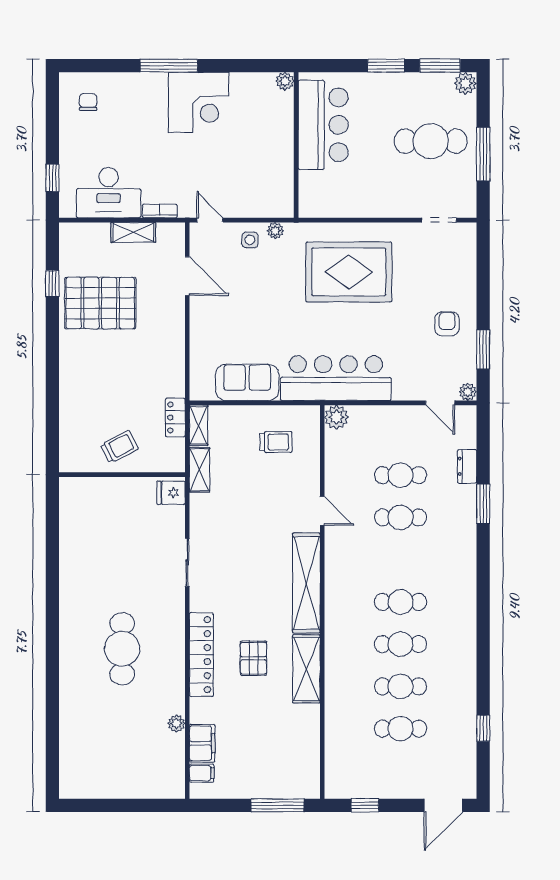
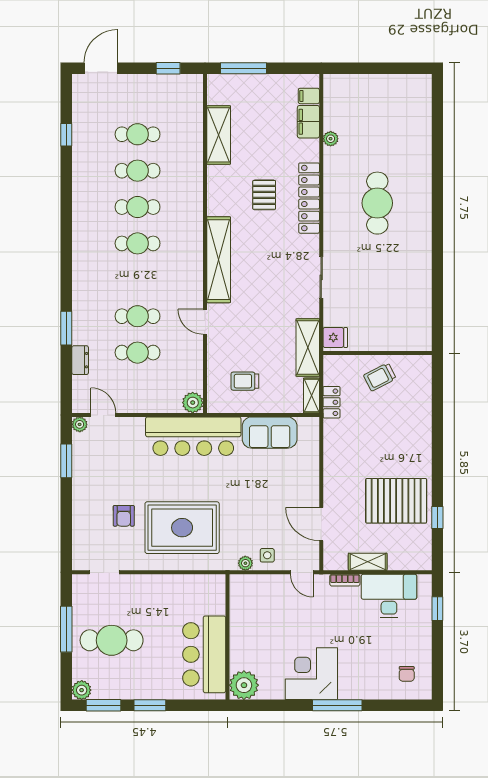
plant: (285, 81) -> (244, 685), width x1.88, depth x1.88
armchair: (447, 324) -> (124, 516), moved
shelving: (200, 470) -> (308, 348), width x1.50, depth x1.33
shelving: (306, 669) -> (219, 135), moved

